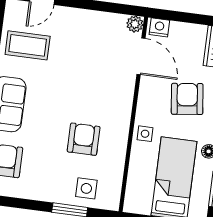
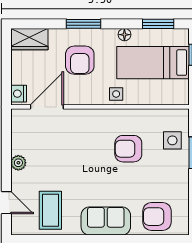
plant: (135, 24) -> (18, 163), moved
armchair: (187, 99) -> (80, 60), turned -83

